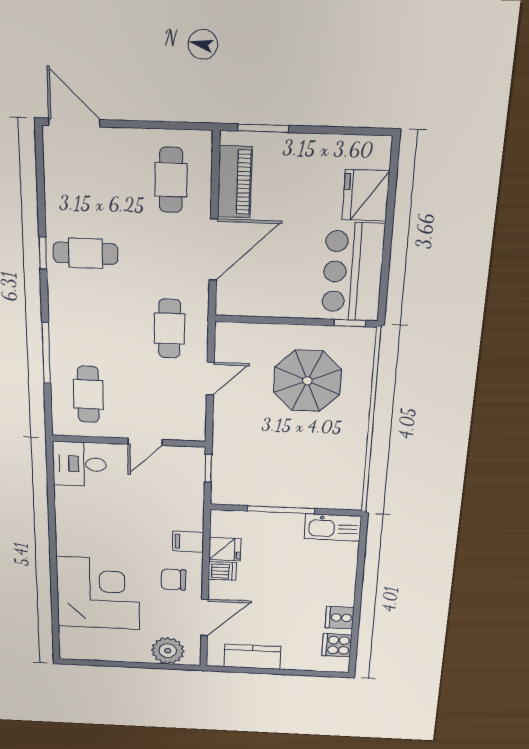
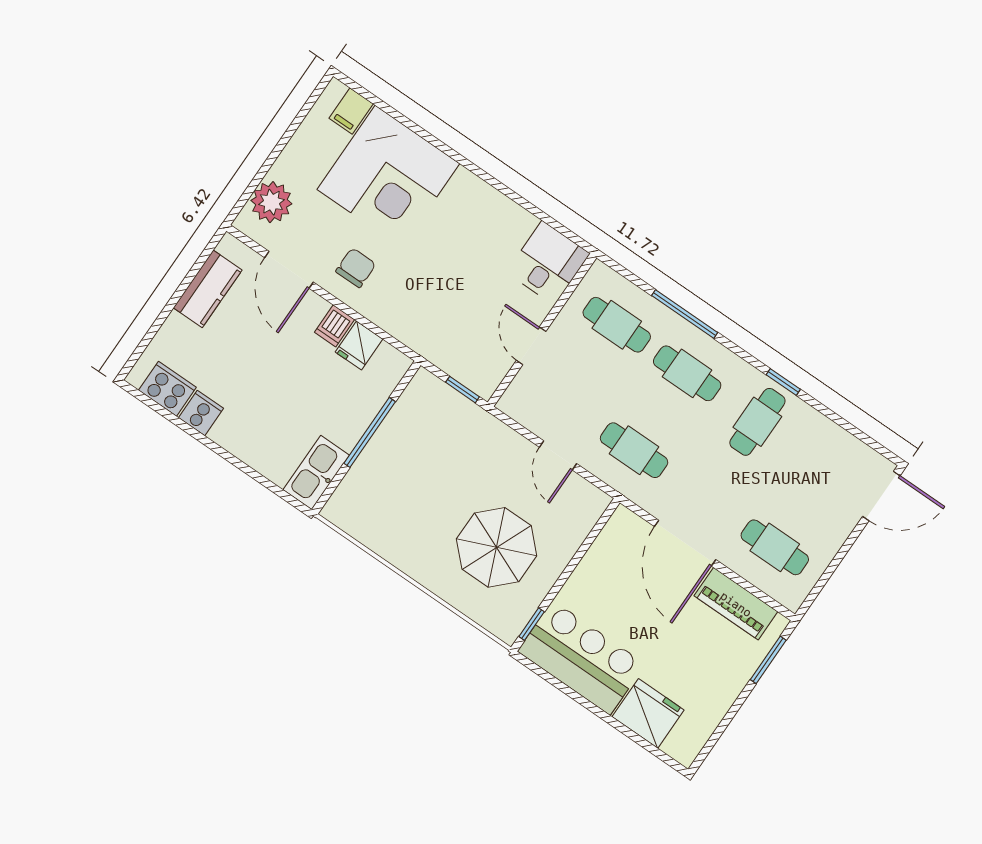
cafe table: (87, 326) -> (687, 373), added
filing cabinet: (188, 542) -> (351, 111), moved, turned 180
cooker: (337, 645) -> (167, 389), width x1.36

